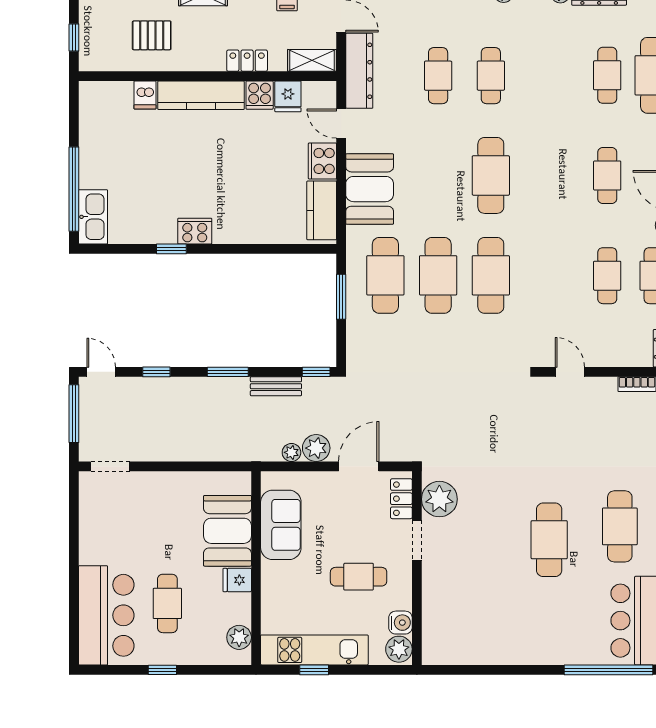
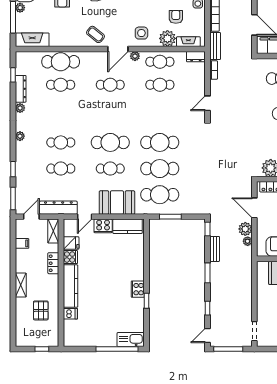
cafe table: (438, 175) -> (110, 169), added

